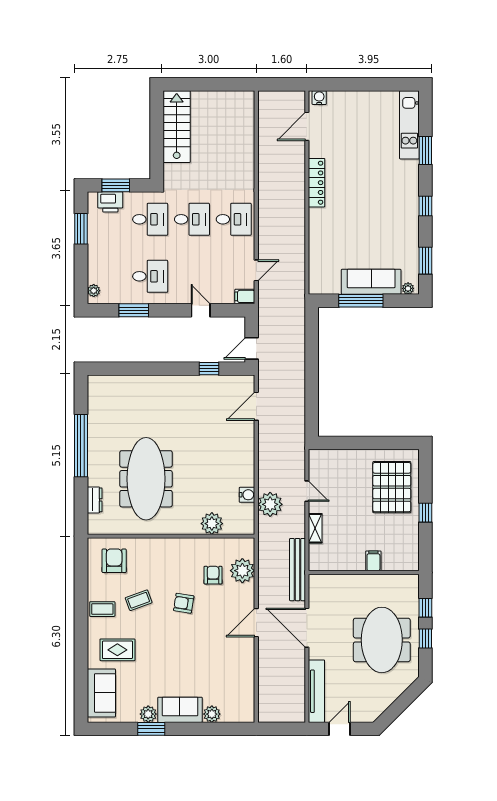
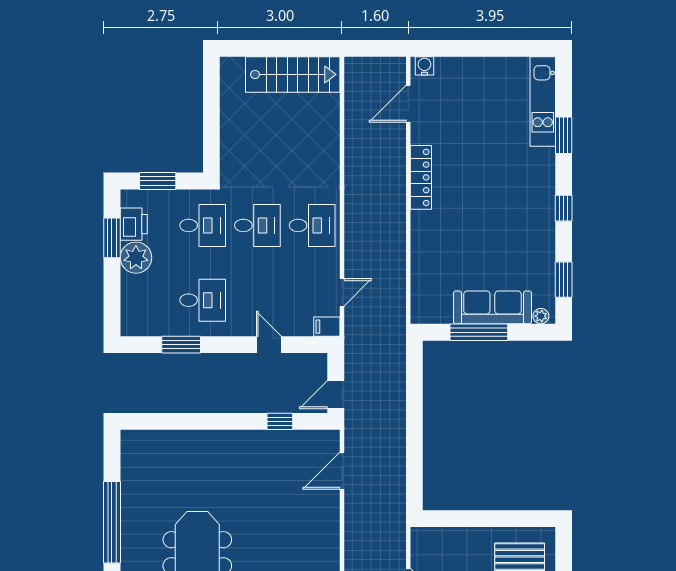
stairs: (177, 127) -> (293, 74), moved, turned 90
printer: (110, 202) -> (134, 224), moved, turned -90
plant: (94, 291) -> (136, 258), moved, width x1.88, depth x1.88

